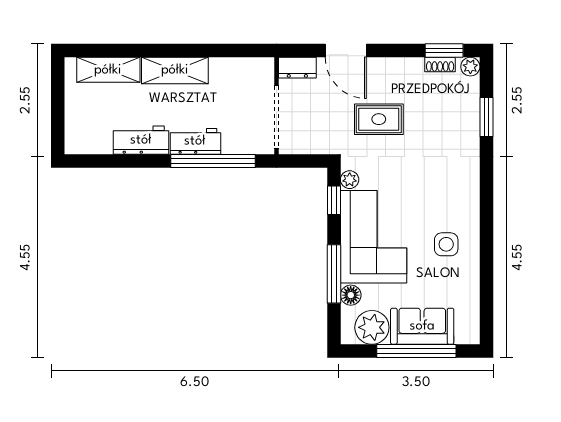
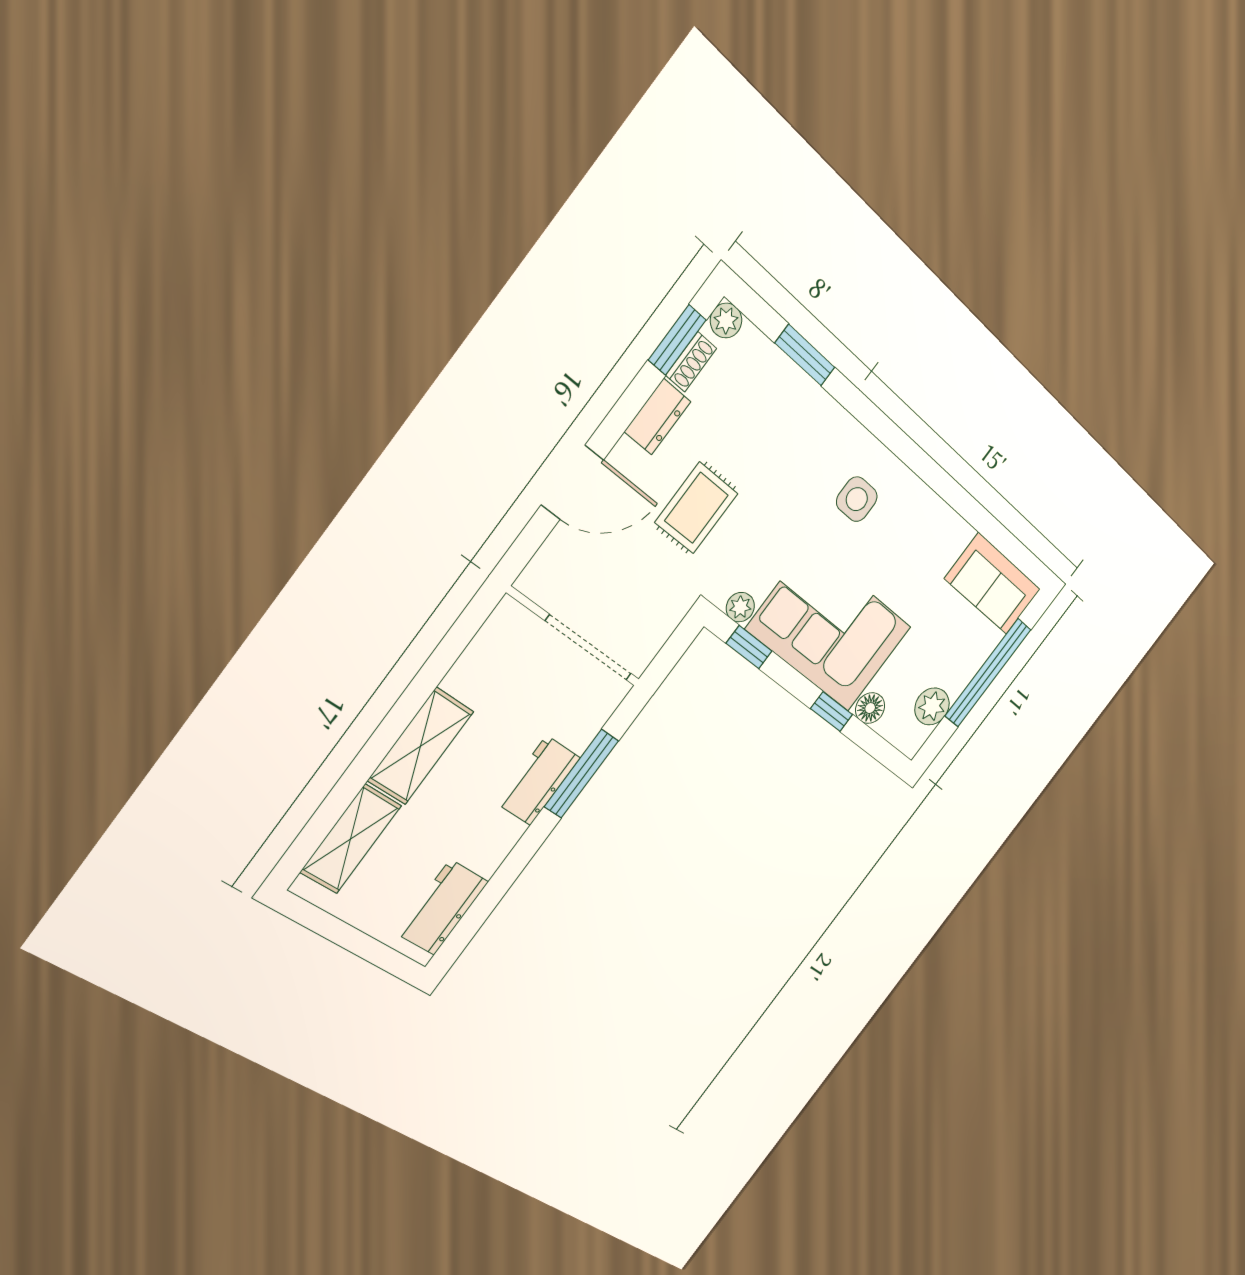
dresser: (297, 68) -> (657, 417), moved
workbench: (141, 140) -> (442, 907), moved
window: (213, 161) -> (581, 774), width x0.68
side table: (446, 244) -> (857, 499), moved
window: (334, 274) -> (832, 712), width x0.46
sofa: (422, 326) -> (993, 584), moved, turned -90
plant: (372, 327) -> (932, 706), width x0.73, depth x0.73

